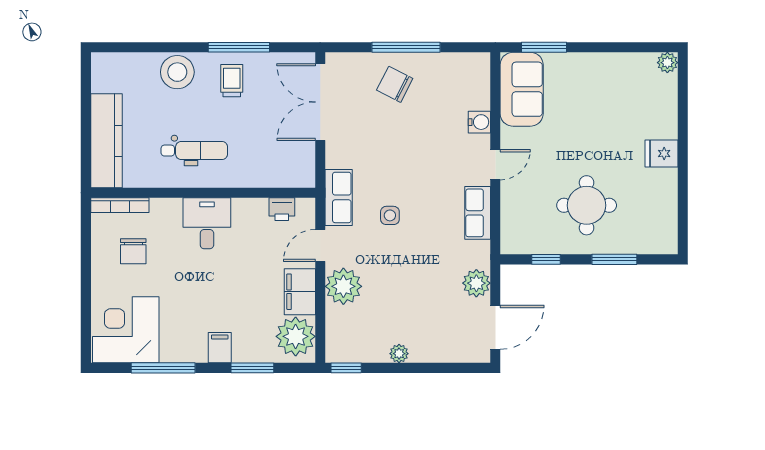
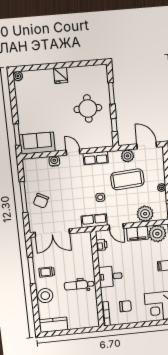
kitchen counter: (107, 141) -> (53, 325), moved, width x0.67
dental chair: (194, 151) -> (79, 285), turned -90
coffee table: (425, 279) -> (127, 179), added
plant: (343, 286) -> (145, 214), moved

